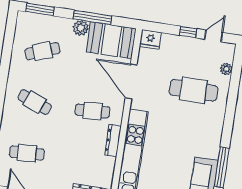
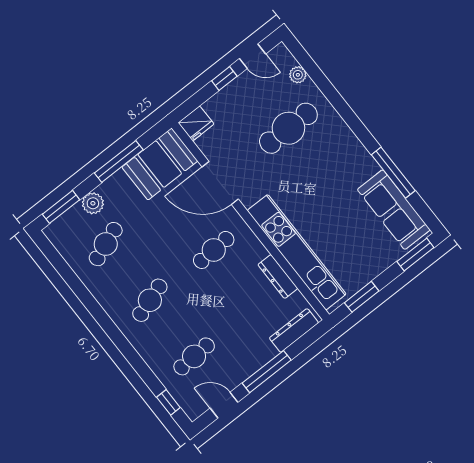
plant: (81, 28) -> (93, 203), moved
door: (214, 36) -> (252, 56), swing flipped
cafe table: (35, 102) -> (150, 300), turned -39
dresser: (113, 141) -> (278, 276), moved

